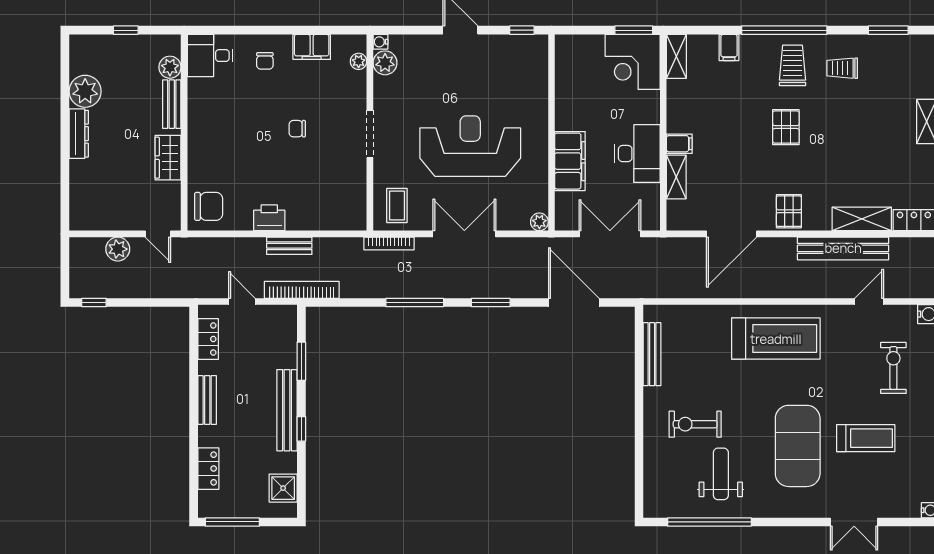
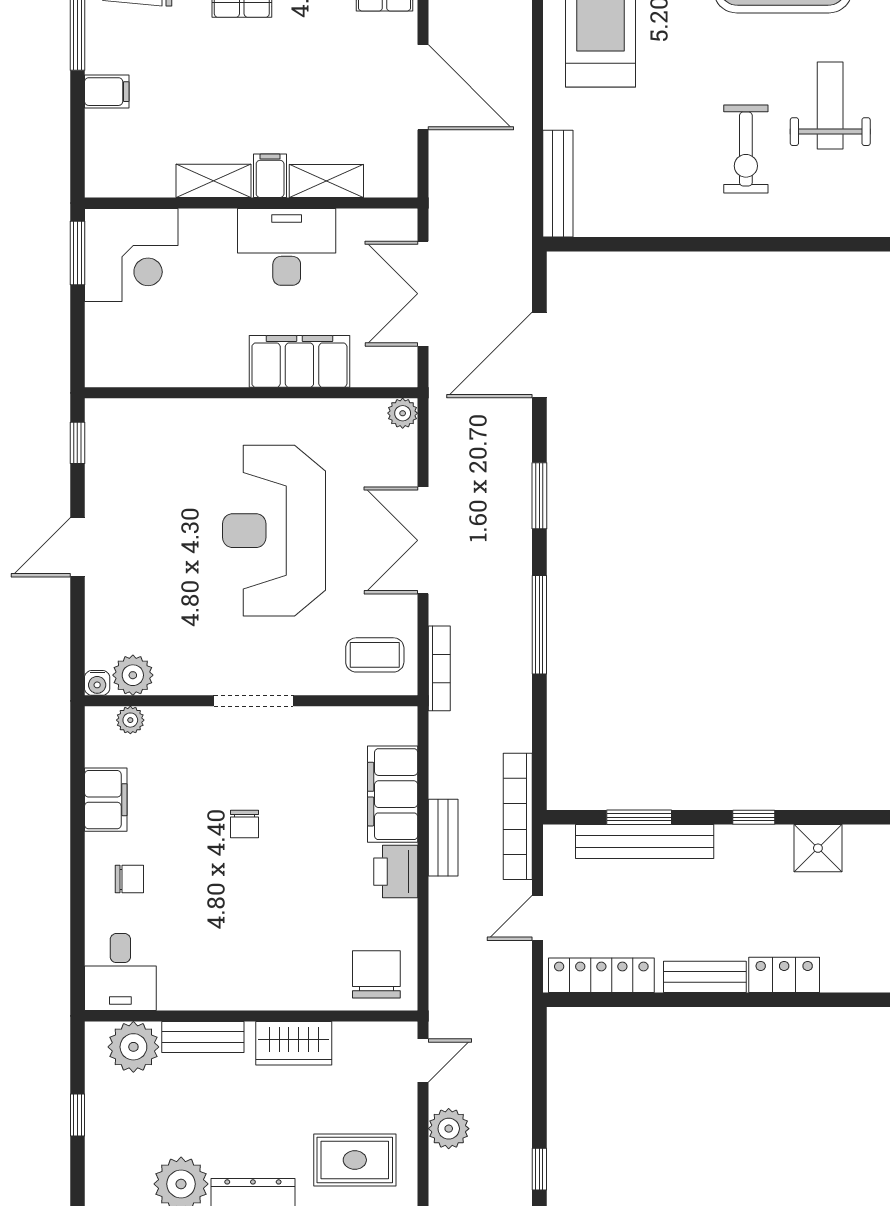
shelving: (676, 56) -> (213, 181), moved
plant: (170, 67) -> (133, 1047), width x1.36, depth x1.36
rug: (99, 194) -> (355, 1160), added
filing cabinet: (315, 216) -> (393, 794), added
locker: (208, 339) -> (601, 975), width x1.53
bench: (652, 354) -> (558, 184), moved, turned 90
bench: (287, 410) -> (645, 842), moved
locker: (208, 469) -> (784, 975), moved
weight bench: (721, 474) -> (830, 105), turned 90
shower: (283, 488) -> (818, 848), moved

